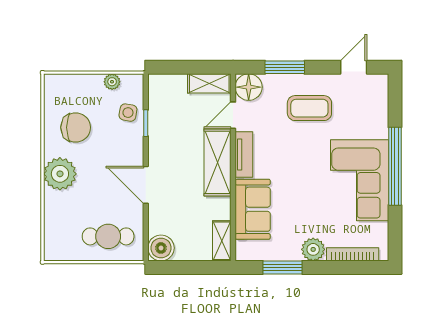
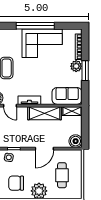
chair: (76, 127) -> (16, 183), turned -90
shelving: (218, 162) -> (45, 113), moved
sofa: (253, 209) -> (67, 96), moved
cafe table: (108, 236) -> (62, 175), moved
window: (282, 267) -> (85, 71), moved

